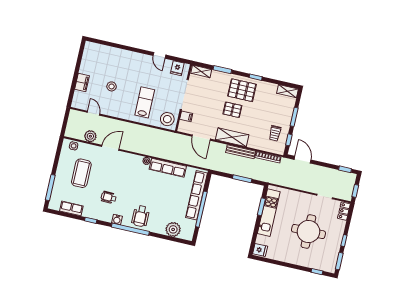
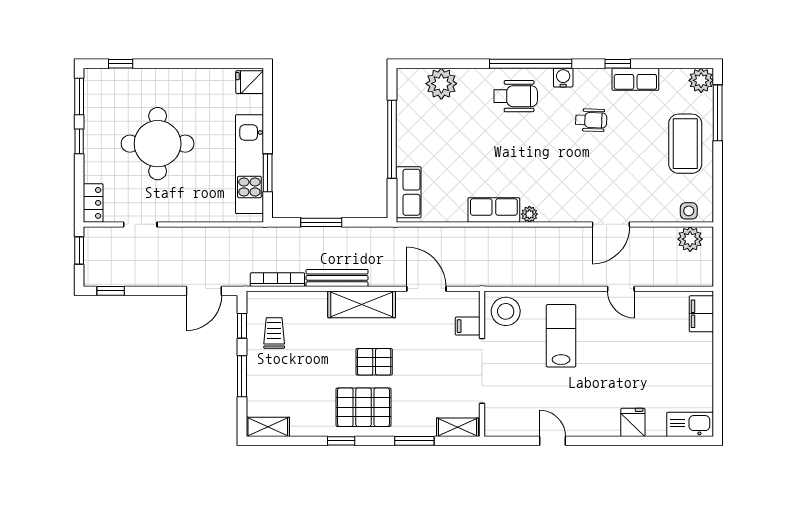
kitchen sink: (95, 49) -> (690, 424), added
fridge: (177, 68) -> (633, 422), moved
filing cabinet: (82, 83) -> (701, 314), moved
stool: (112, 86) -> (638, 353), removed
lab bench: (145, 102) -> (561, 336), turned 180
door: (93, 113) -> (621, 289), moved
plant: (90, 136) -> (690, 239), moved
door: (303, 160) -> (204, 291), hinge flipped
row of seats: (168, 168) -> (494, 210), width x0.68
coffee table: (81, 173) -> (685, 144), moved
row of seats: (197, 195) -> (409, 192), width x0.50
plant: (54, 204) -> (701, 80), added
row of seats: (71, 208) -> (635, 79), moved
wheelchair: (141, 216) -> (516, 96), turned 90

